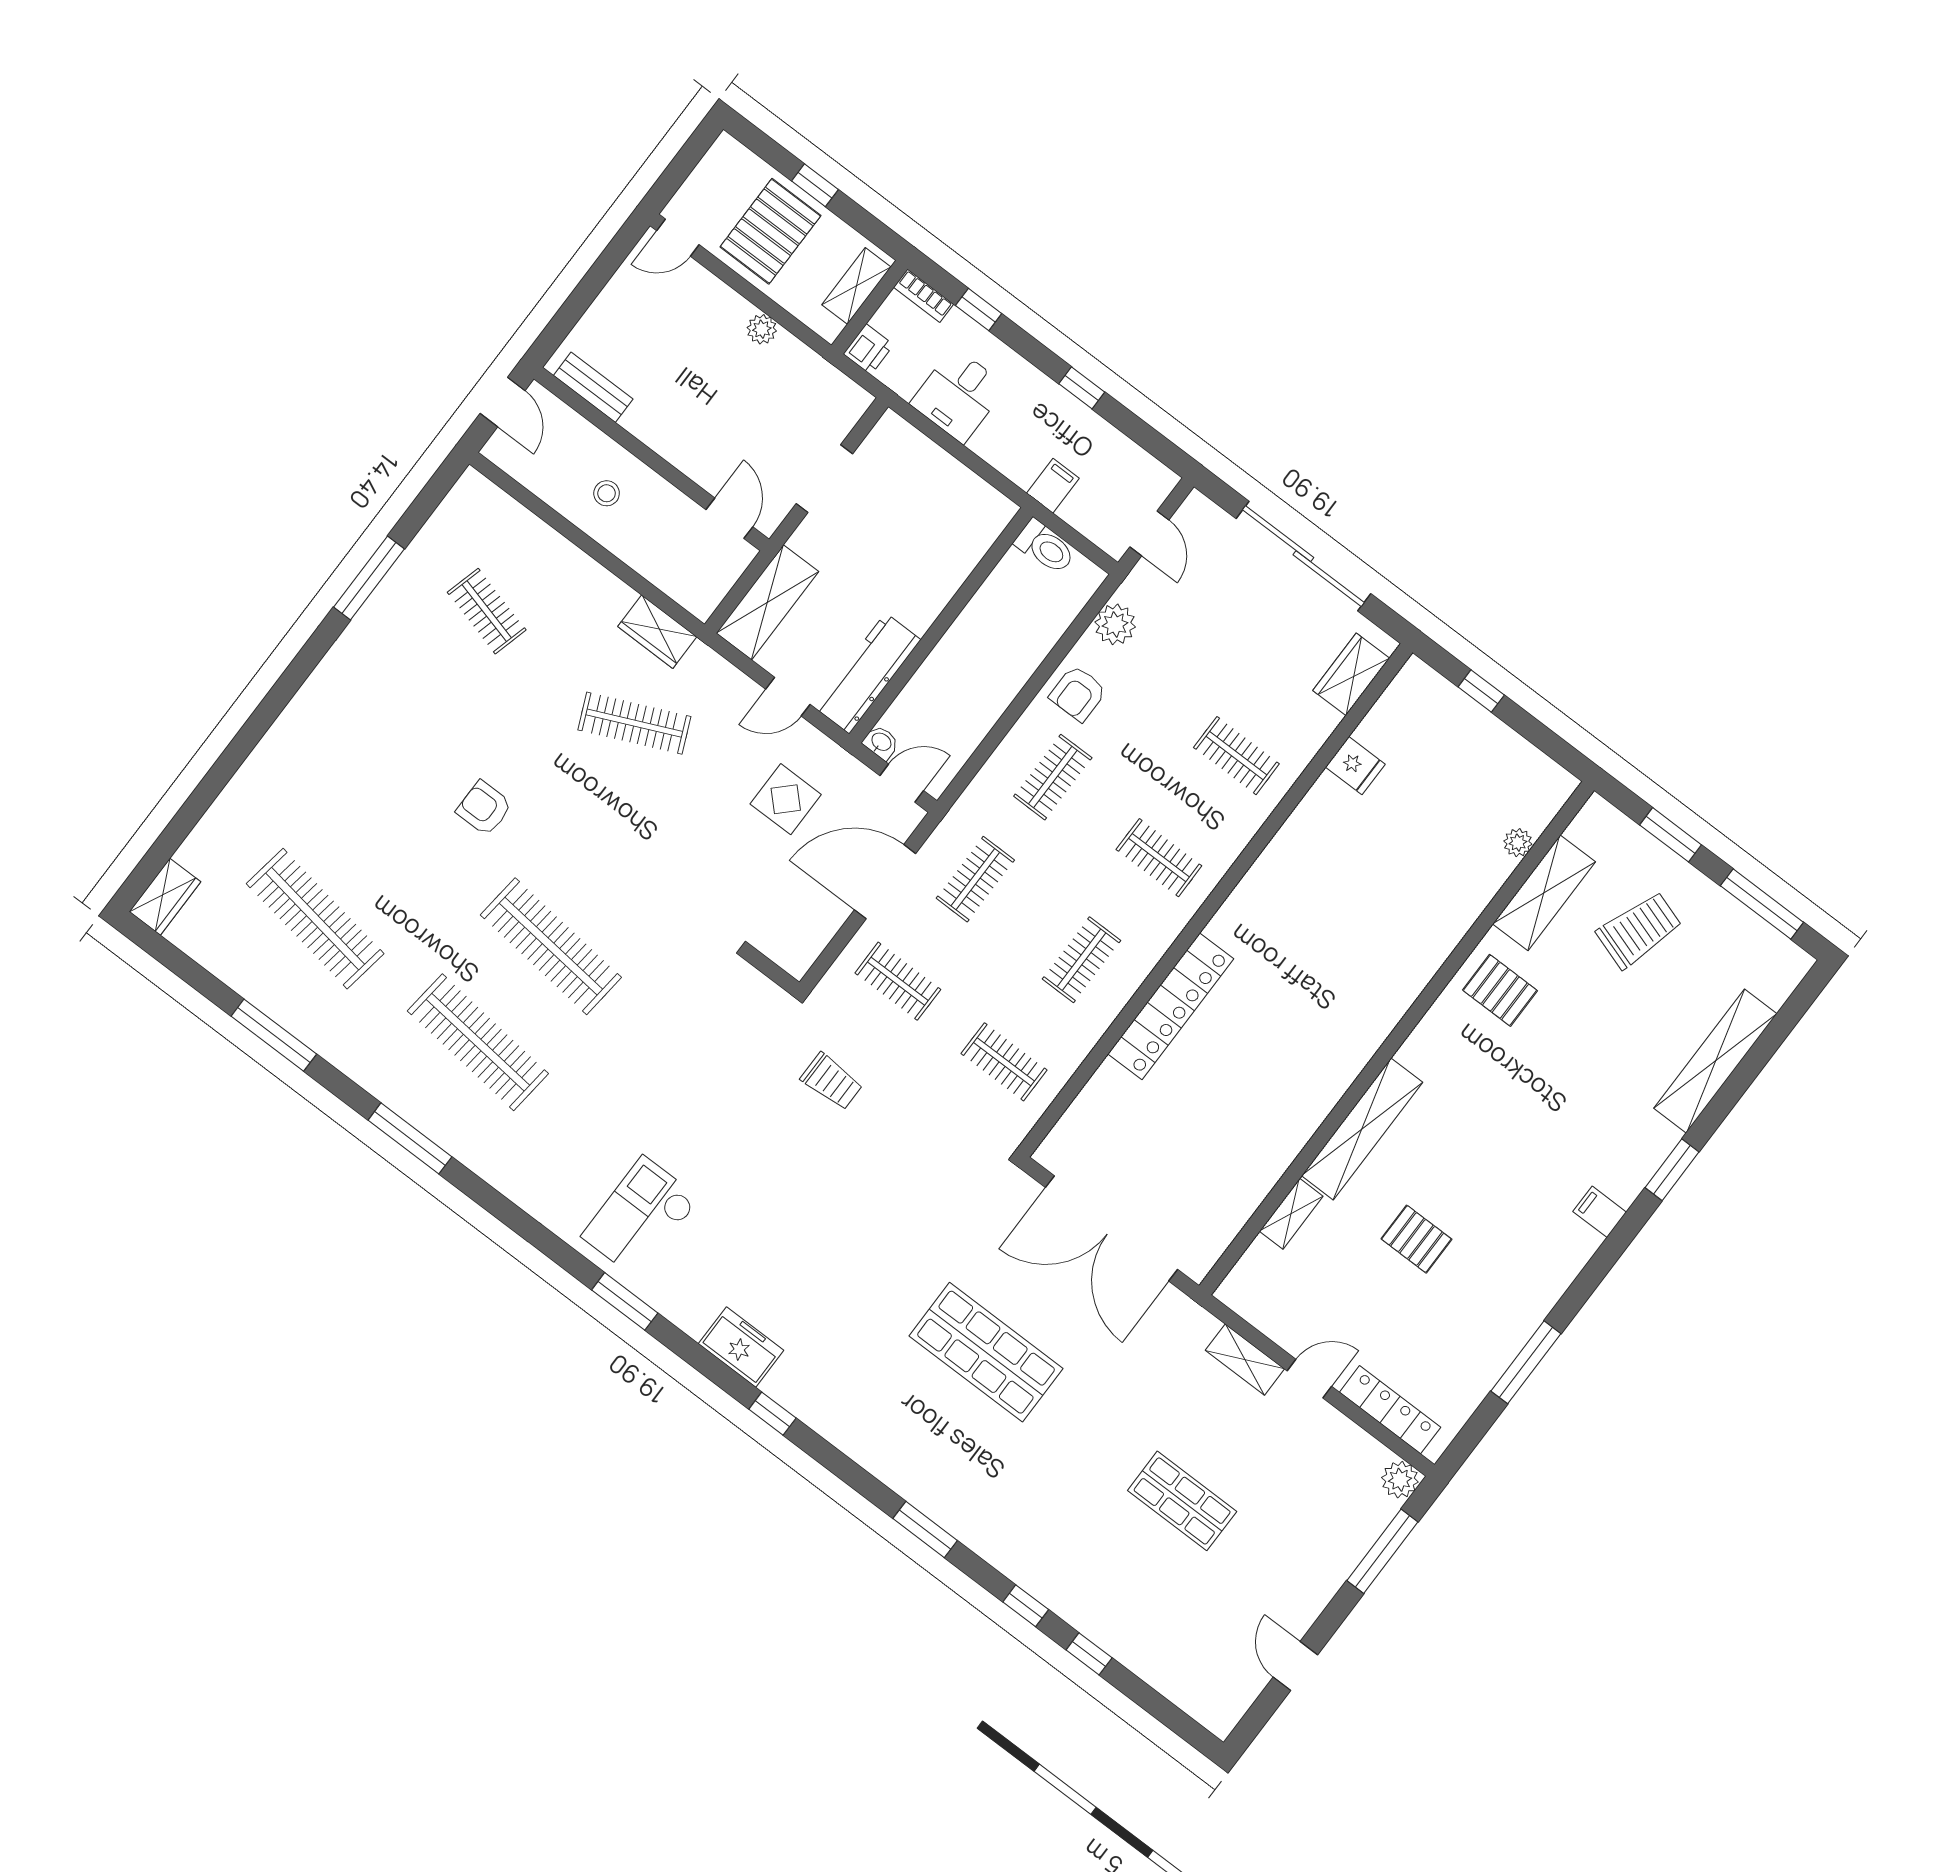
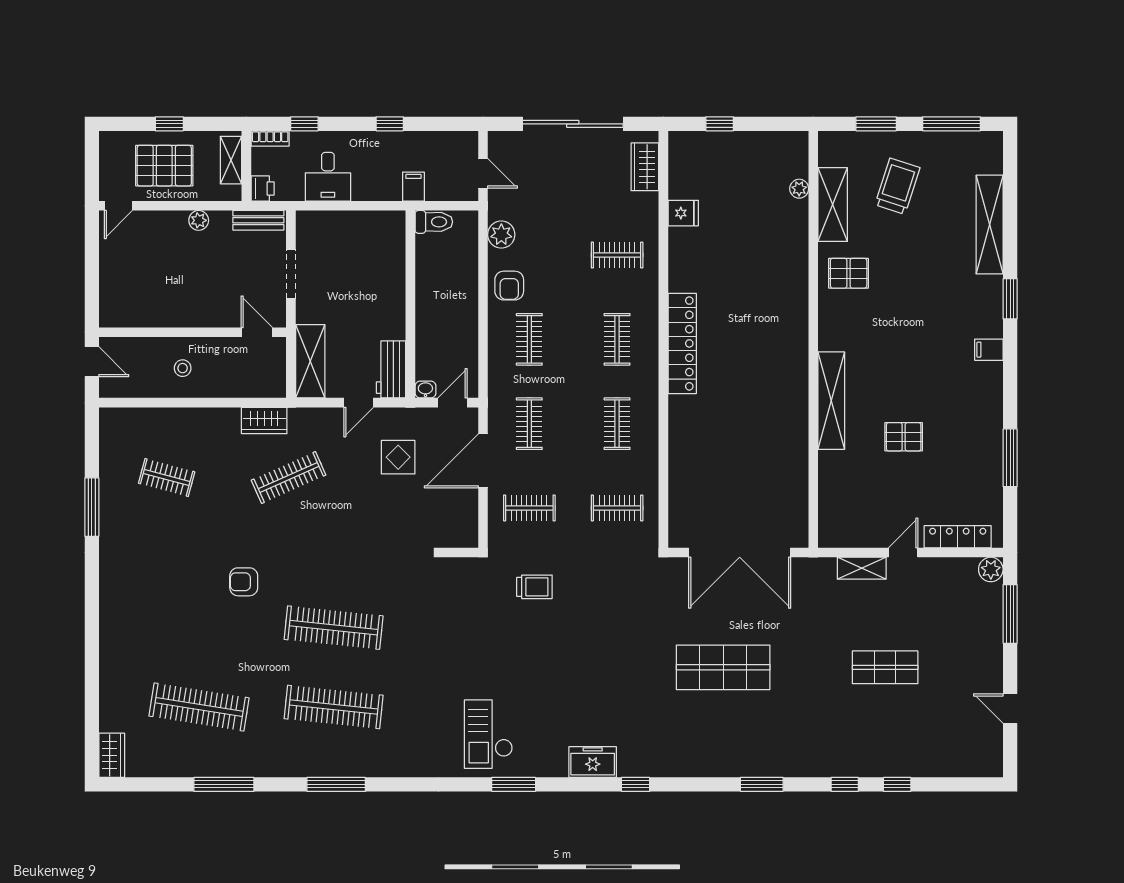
pallet: (770, 231) -> (164, 166), turned 90
bench: (593, 387) -> (258, 220), moved
workbench: (867, 673) -> (391, 369), width x0.73
clothes rail: (1159, 858) -> (617, 339), turned 90
locker: (1171, 1006) -> (682, 343), moved
shelving: (1291, 1214) -> (828, 473), removed

